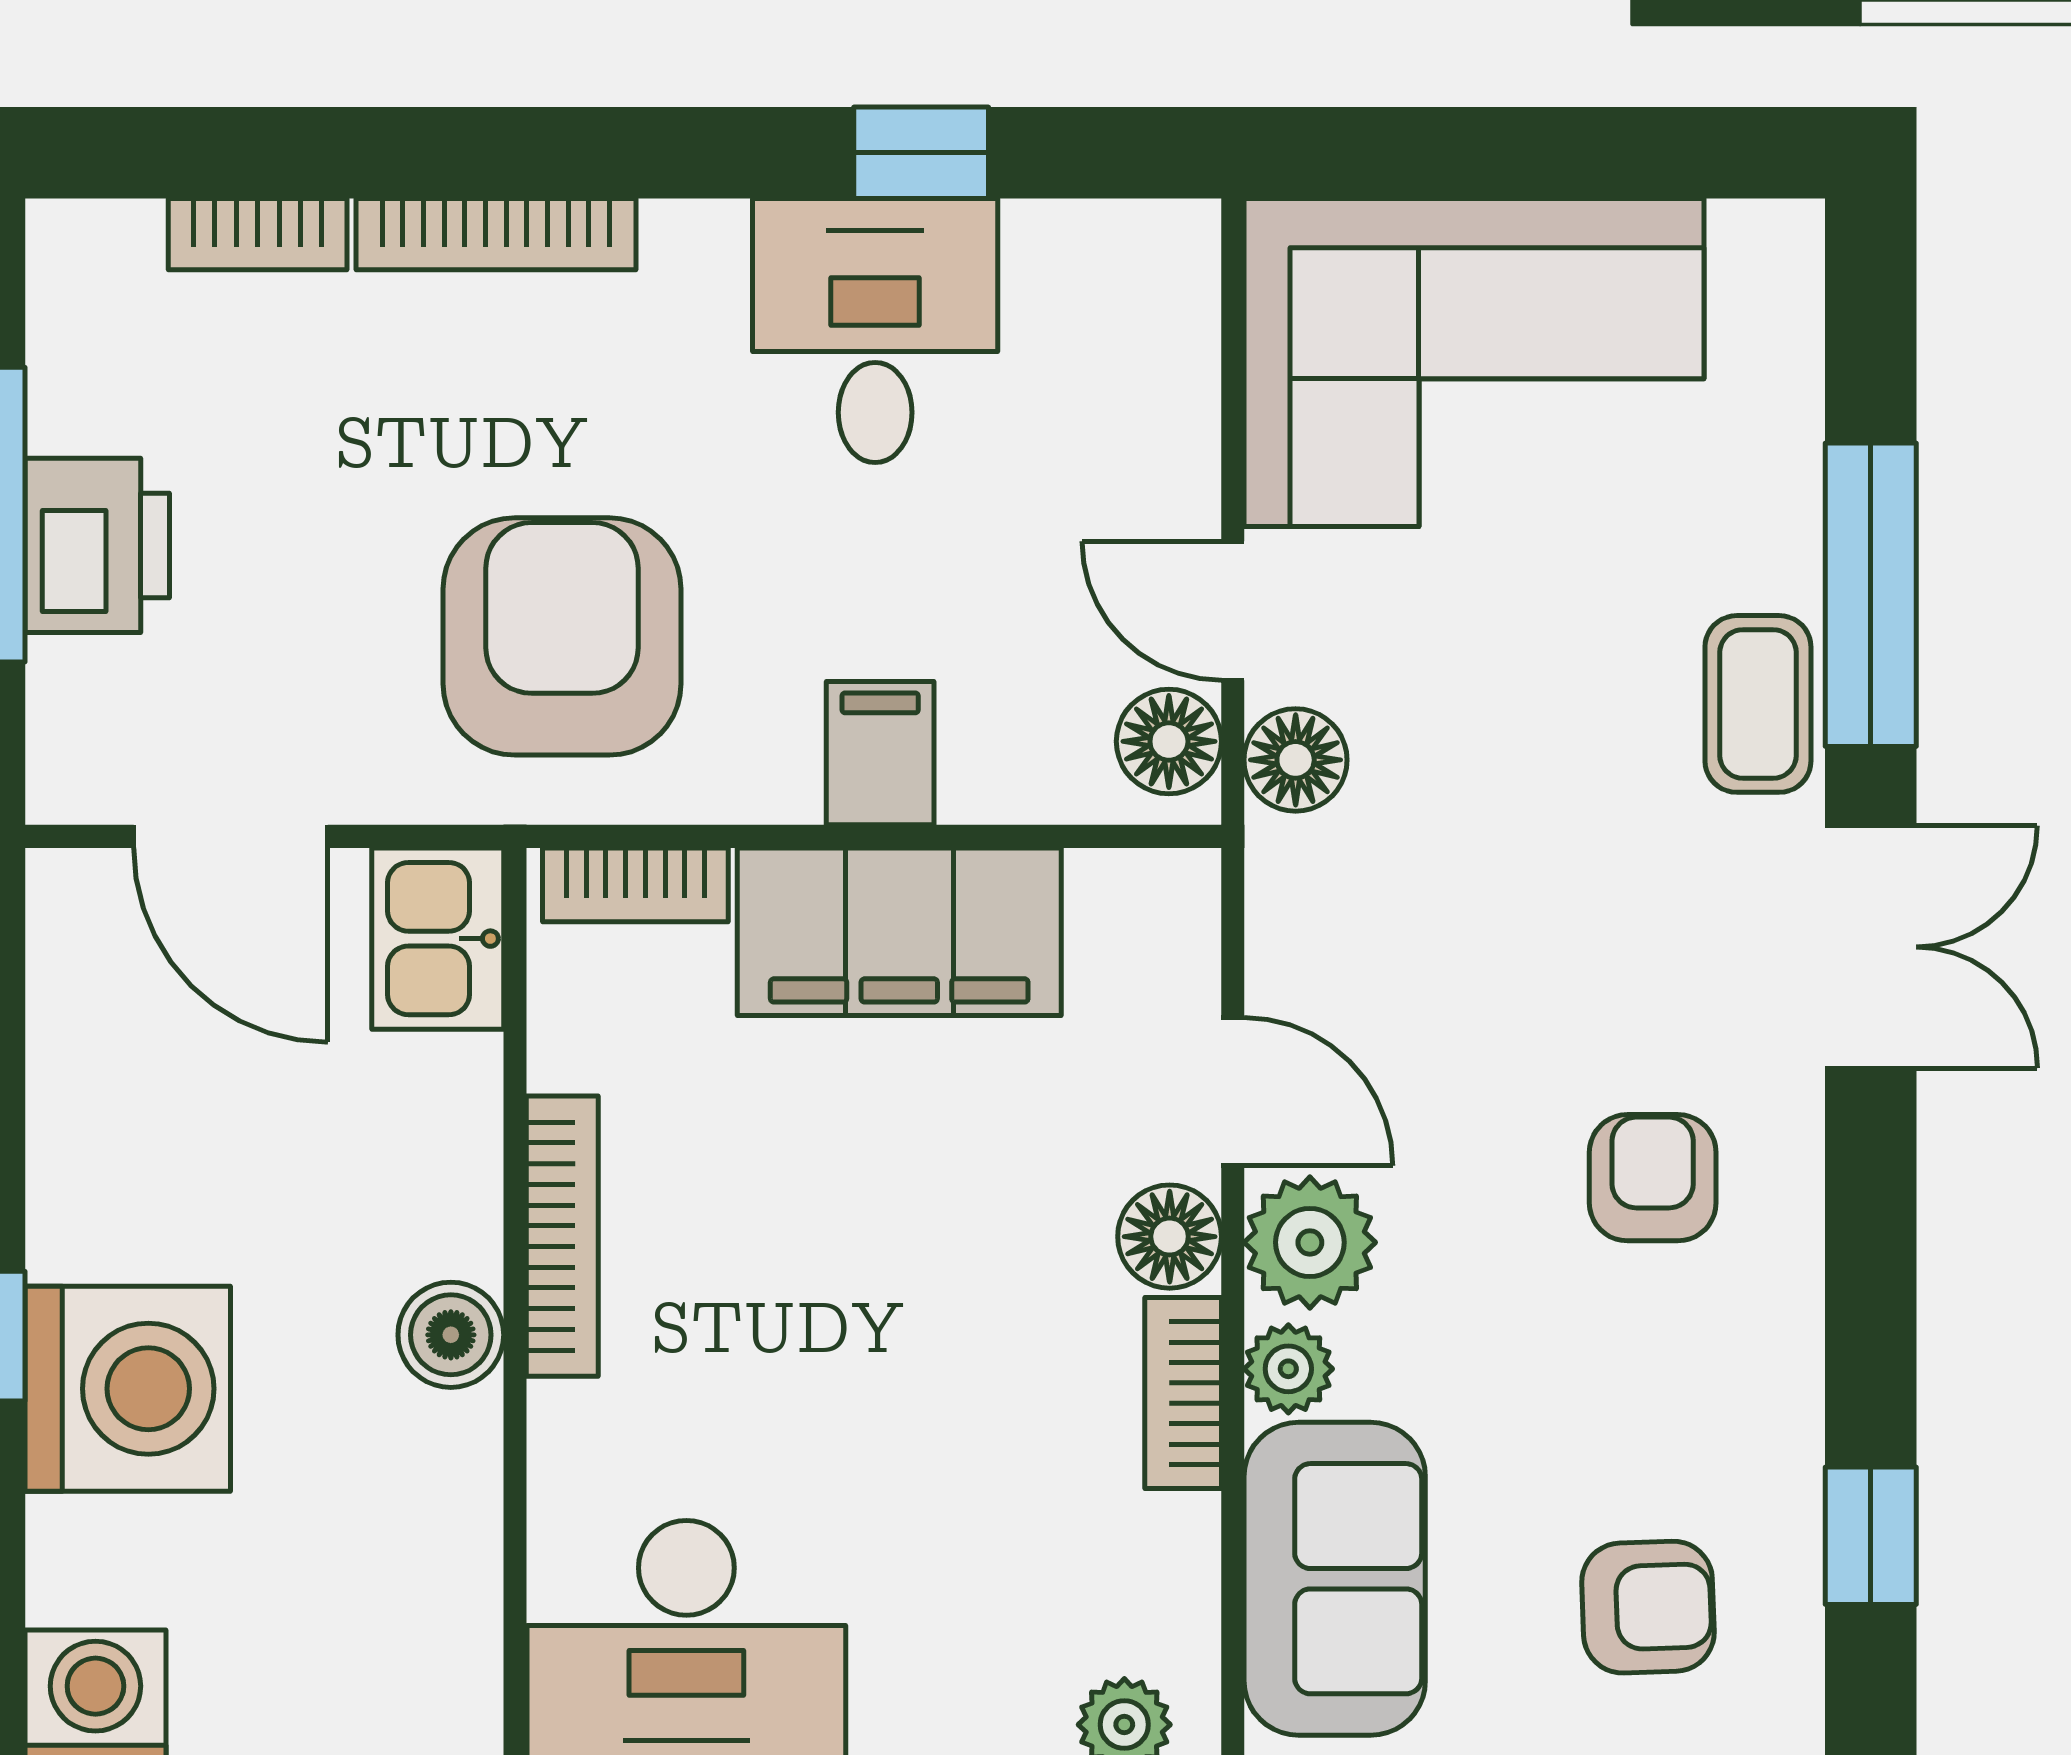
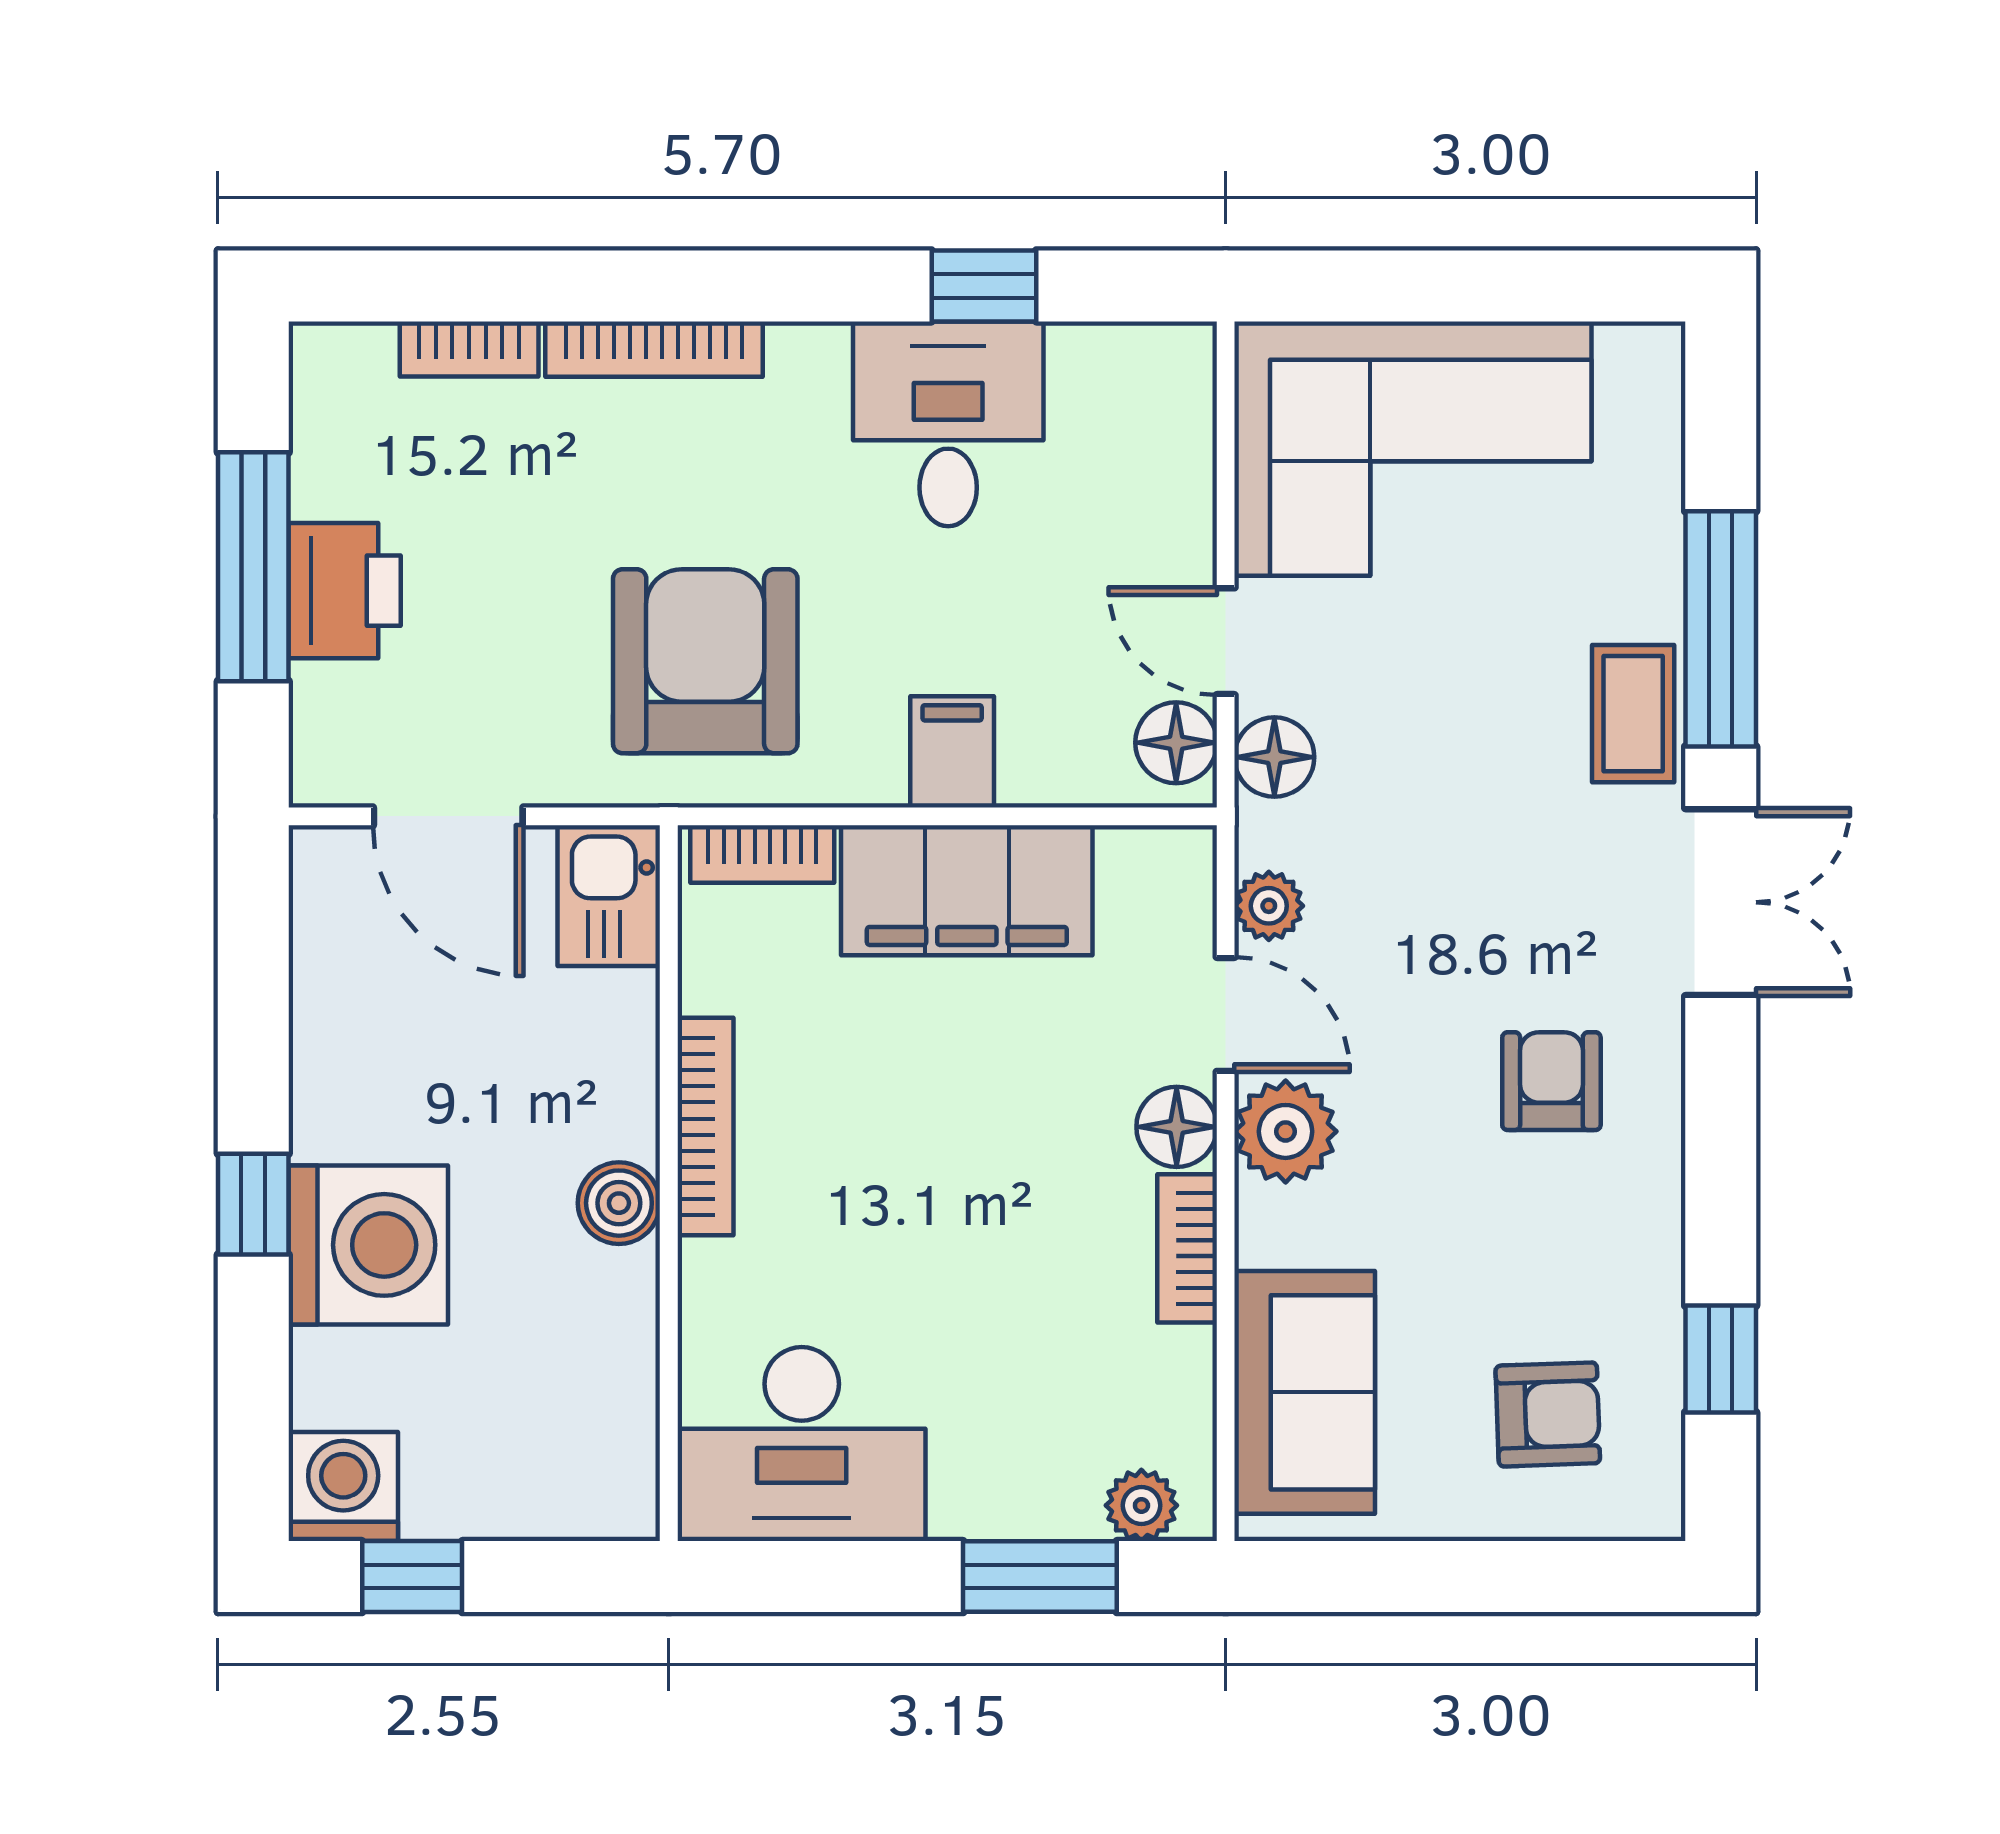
plant: (1288, 1369) -> (1269, 906), moved

